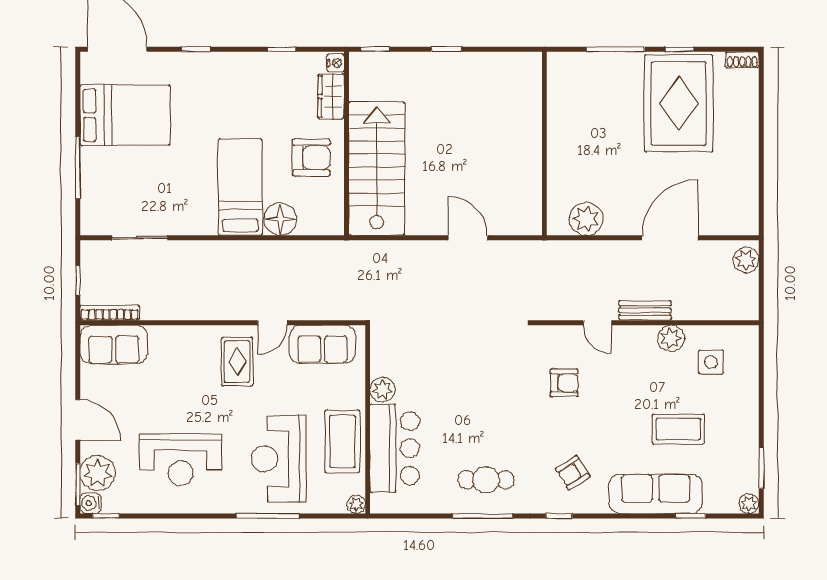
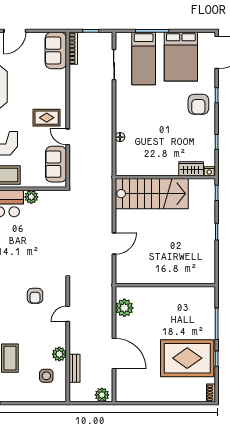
armchair: (311, 158) -> (198, 104), moved
bed: (240, 187) -> (144, 58), moved, turned 90
floor lamp: (280, 219) -> (120, 137), width x0.53, depth x0.53
bench: (645, 310) -> (74, 368), moved

